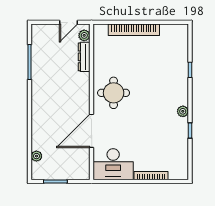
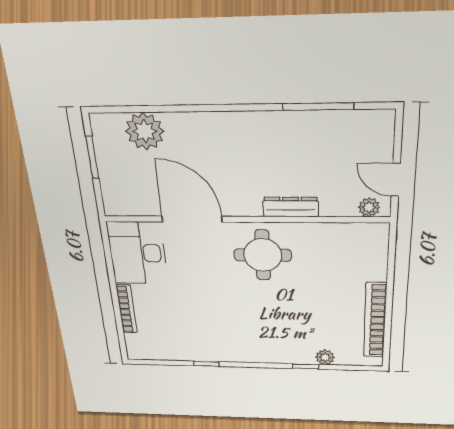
bookcase: (134, 30) -> (375, 320), moved
dresser: (84, 57) -> (291, 207), moved
plant: (183, 111) -> (325, 357), moved
plant: (36, 156) -> (145, 131), width x1.88, depth x1.88

